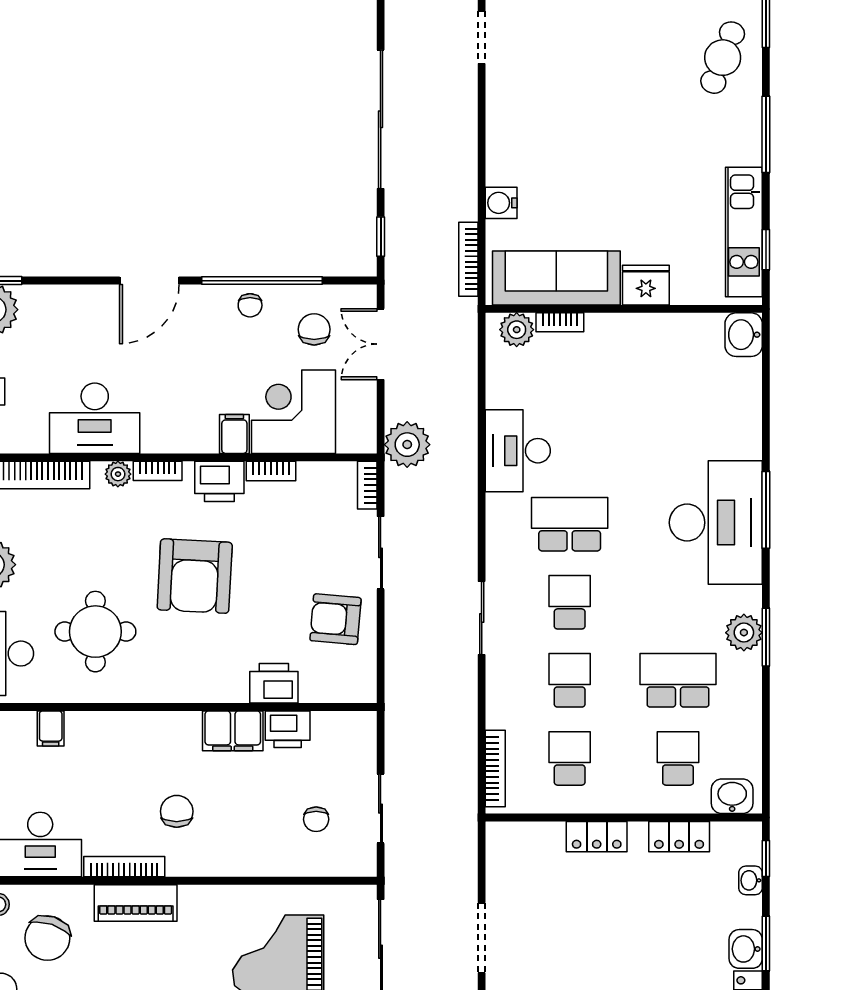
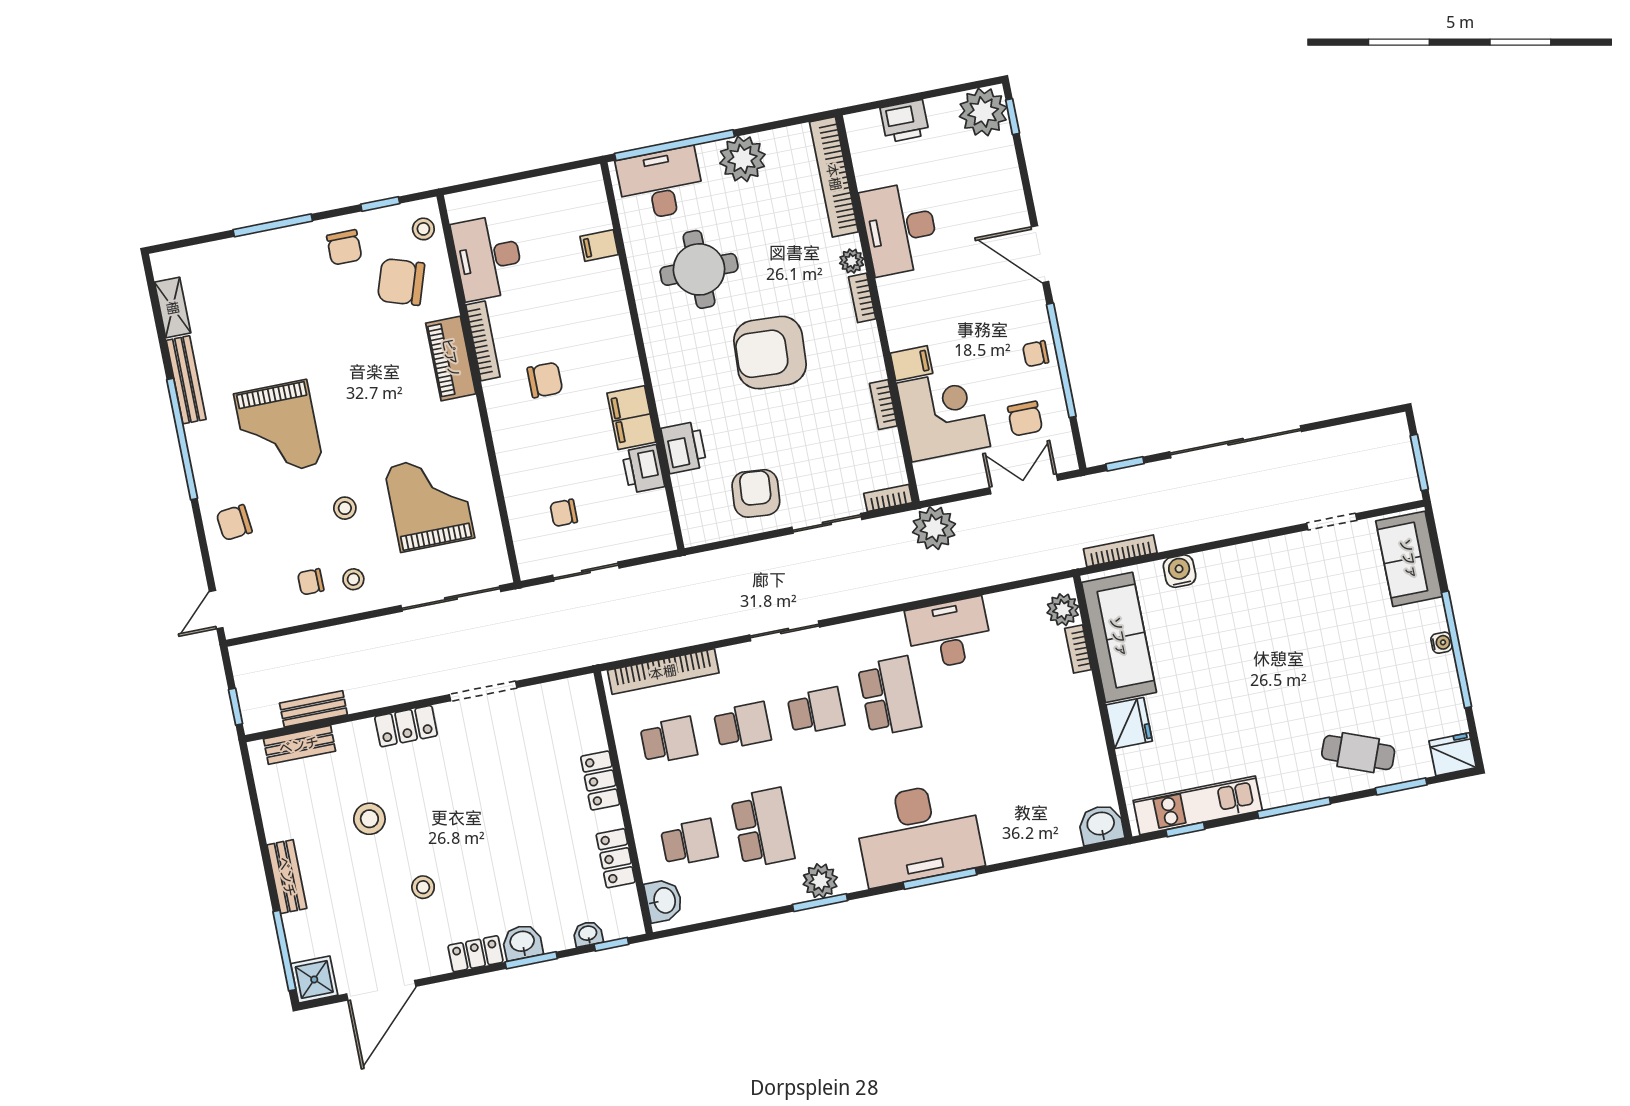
chair: (314, 329) -> (1025, 419), turned 90
printer: (219, 481) -> (864, 358), removed
bookcase: (495, 768) -> (663, 672), width x1.48, depth x1.31

